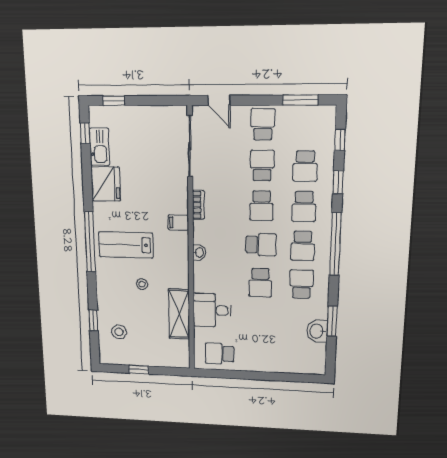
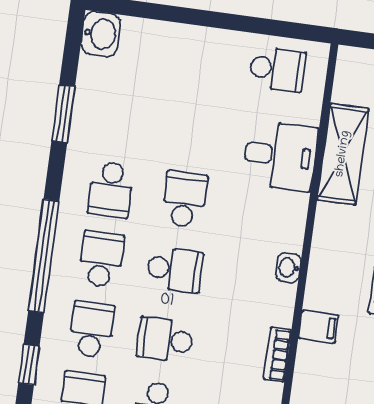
school desk: (261, 206) -> (165, 340), turned -90
school desk: (261, 245) -> (175, 269), turned 180
washbasin: (317, 331) -> (101, 34), moved

